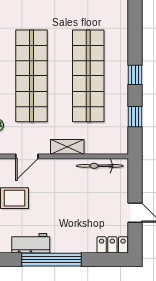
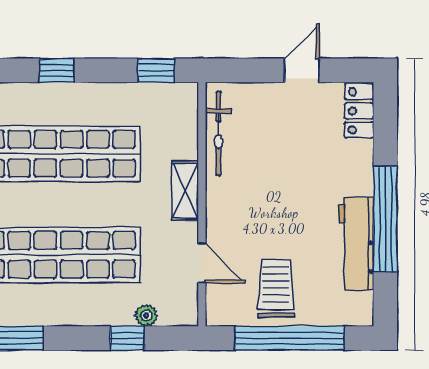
window: (135, 117) -> (156, 70), moved
workbench: (31, 243) -> (356, 243), width x1.38

